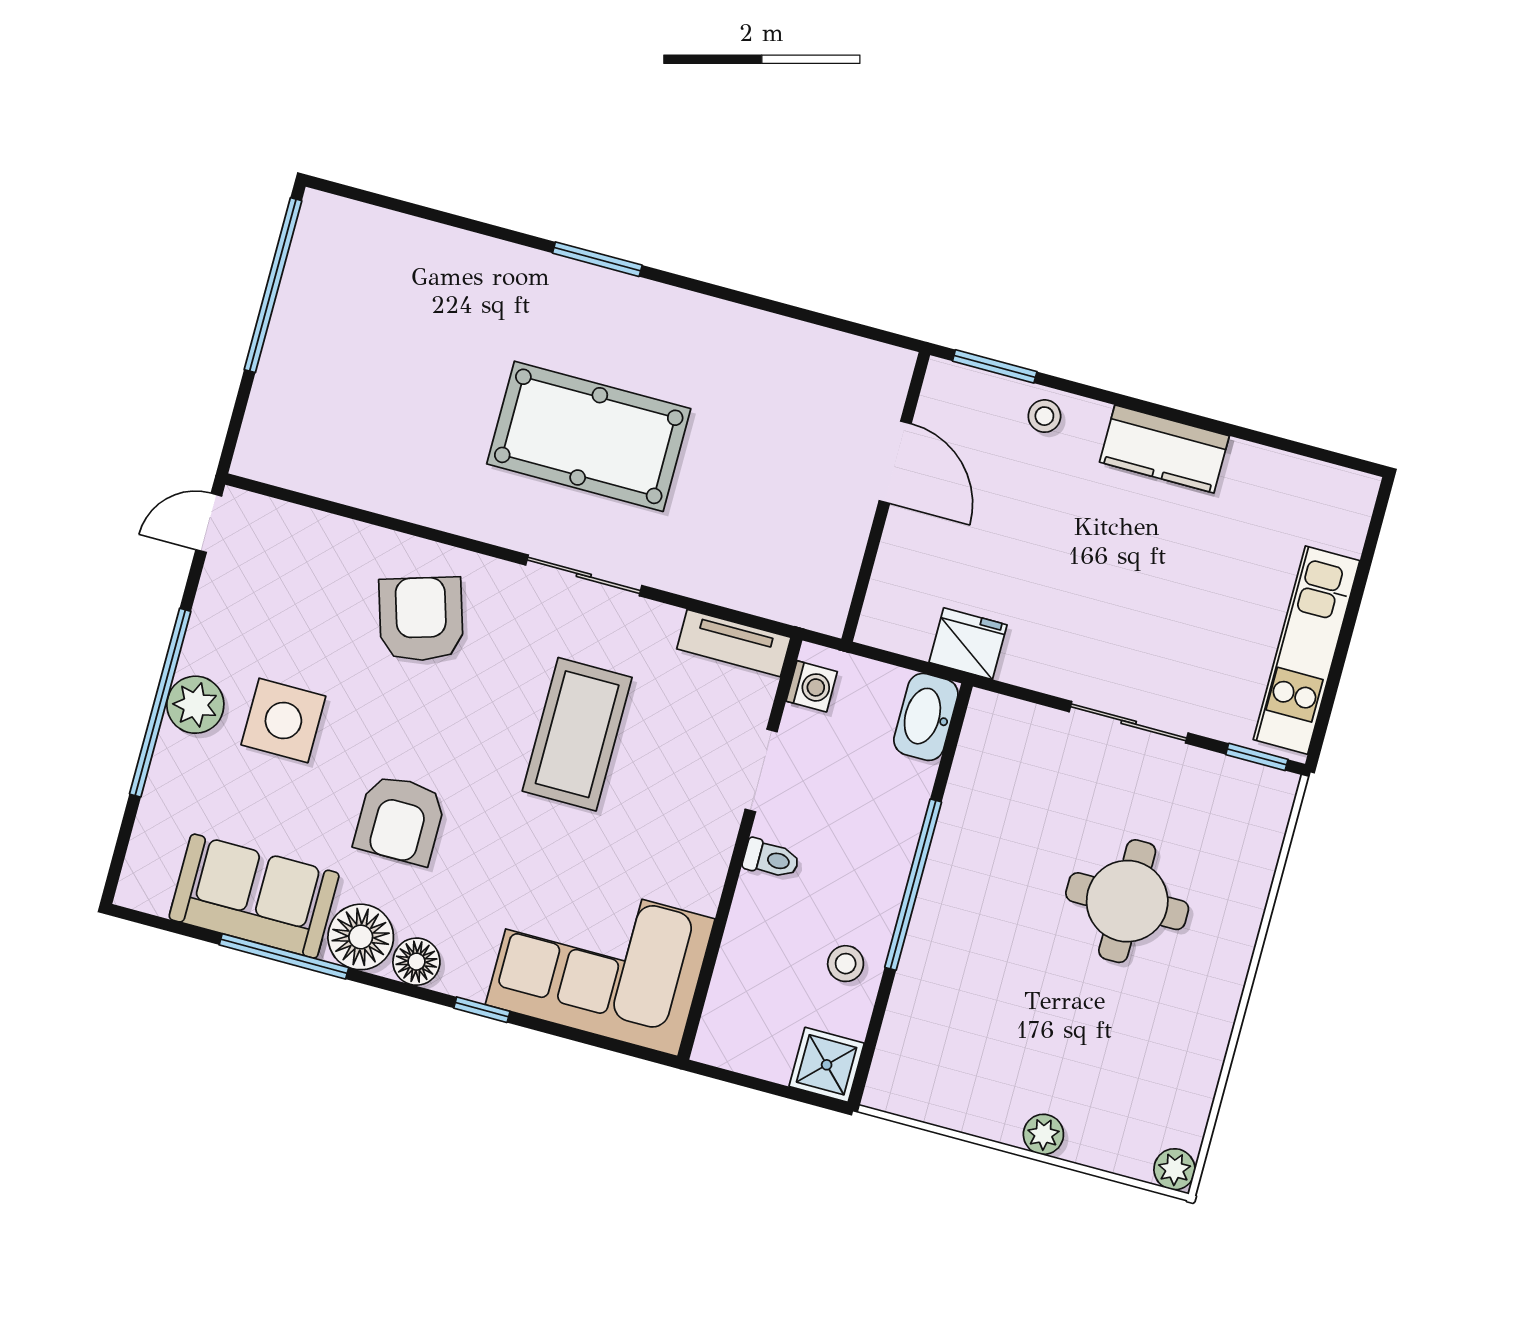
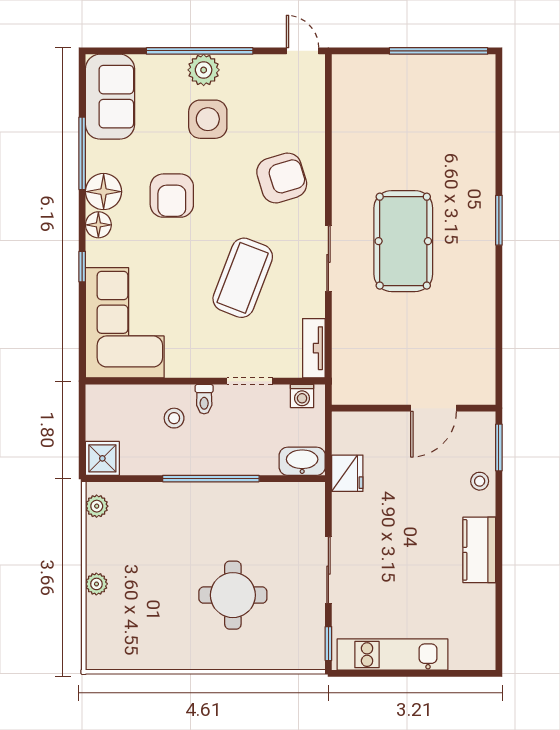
coffee table: (577, 734) -> (243, 278), turned -69
armchair: (400, 819) -> (172, 196), turned -90
sofa: (254, 896) -> (110, 97), moved
stool: (846, 964) -> (174, 418), moved
plant: (1174, 1169) -> (97, 506), moved

